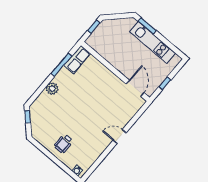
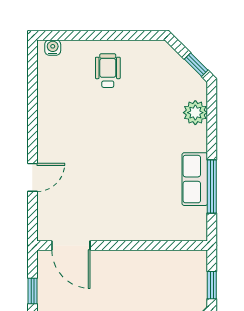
row of seats: (77, 60) -> (195, 179), moved
plant: (52, 89) -> (195, 113), moved
door: (120, 137) -> (32, 177), moved

